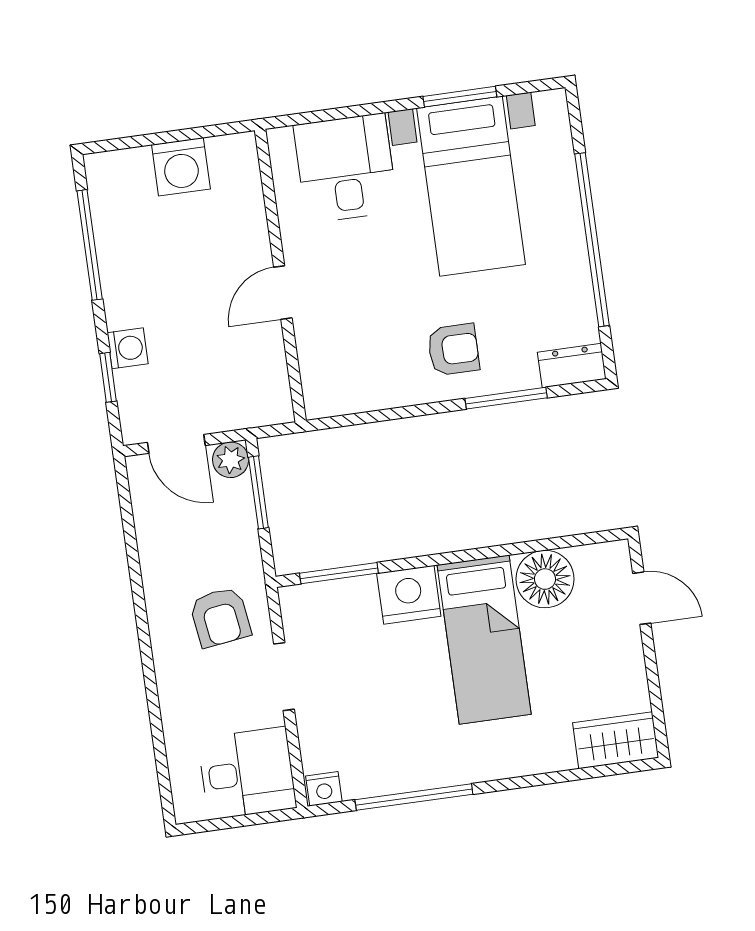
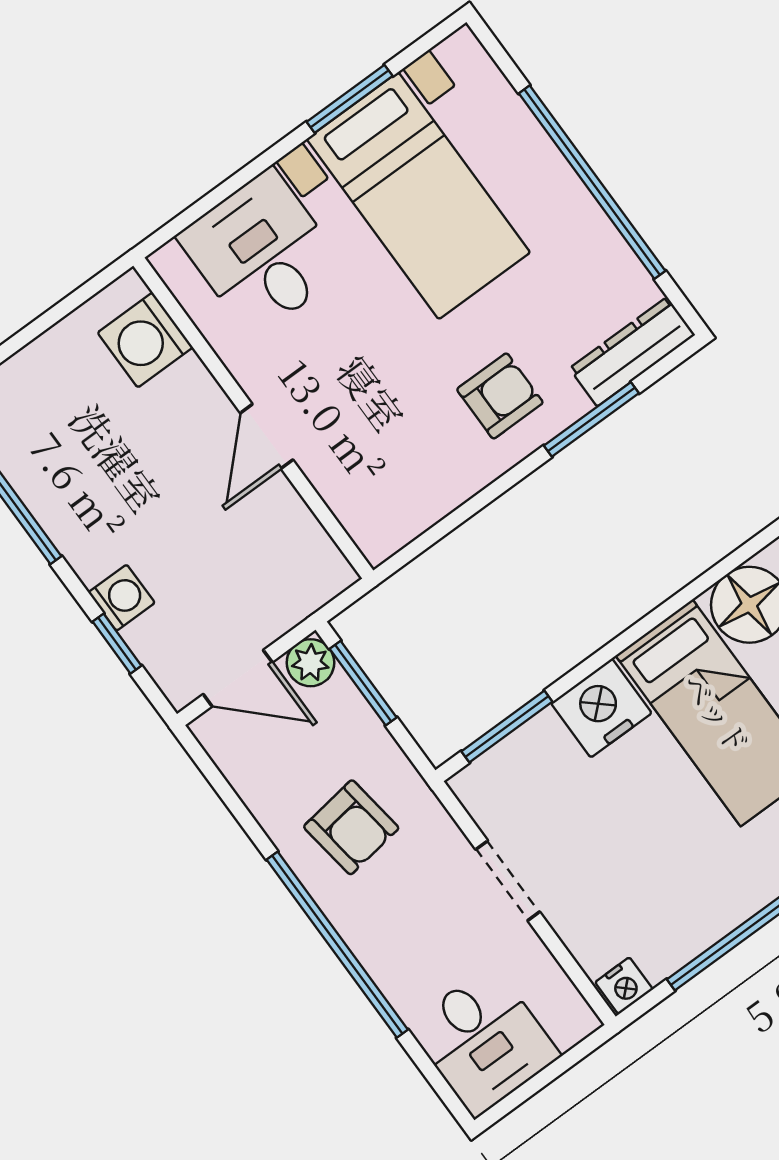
washing machine: (181, 167) -> (145, 340), moved, turned 90
dresser: (572, 366) -> (632, 352), width x1.44
armchair: (220, 617) -> (351, 827), moved
window: (147, 658) -> (337, 945), added
desk: (247, 773) -> (484, 1041), moved, turned 90

